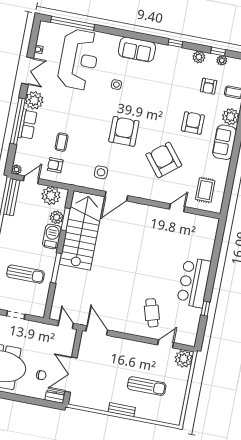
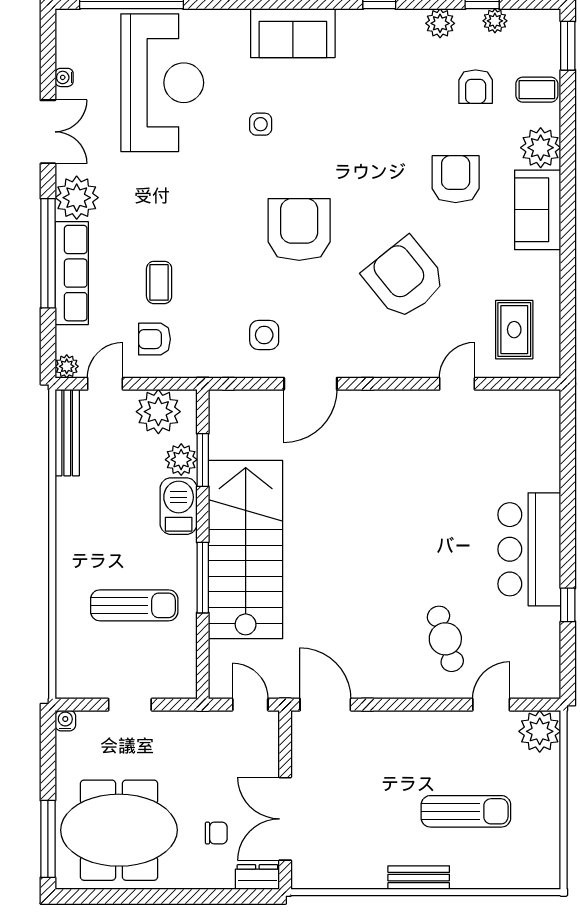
row of seats: (27, 124) -> (72, 273), width x1.48
stairs: (82, 230) -> (246, 550), moved

